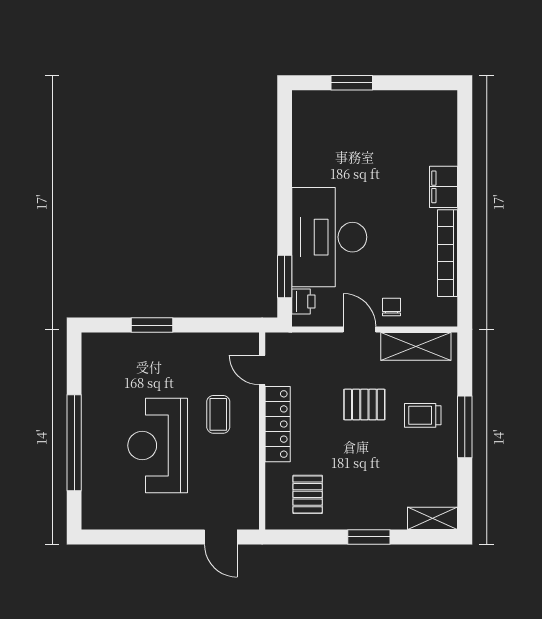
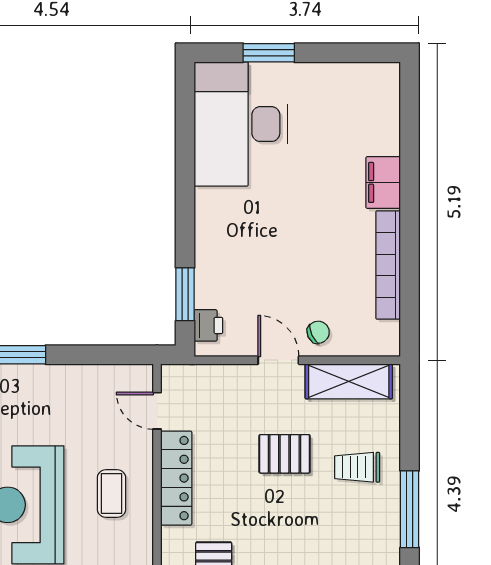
desk: (329, 237) -> (241, 124), moved
chair: (391, 307) -> (318, 332), turned 65
coffee table: (218, 414) -> (111, 494), moved
window: (465, 427) -> (410, 509), moved

